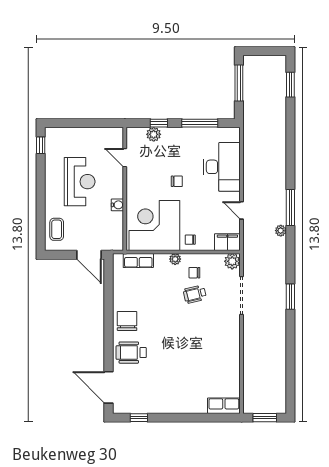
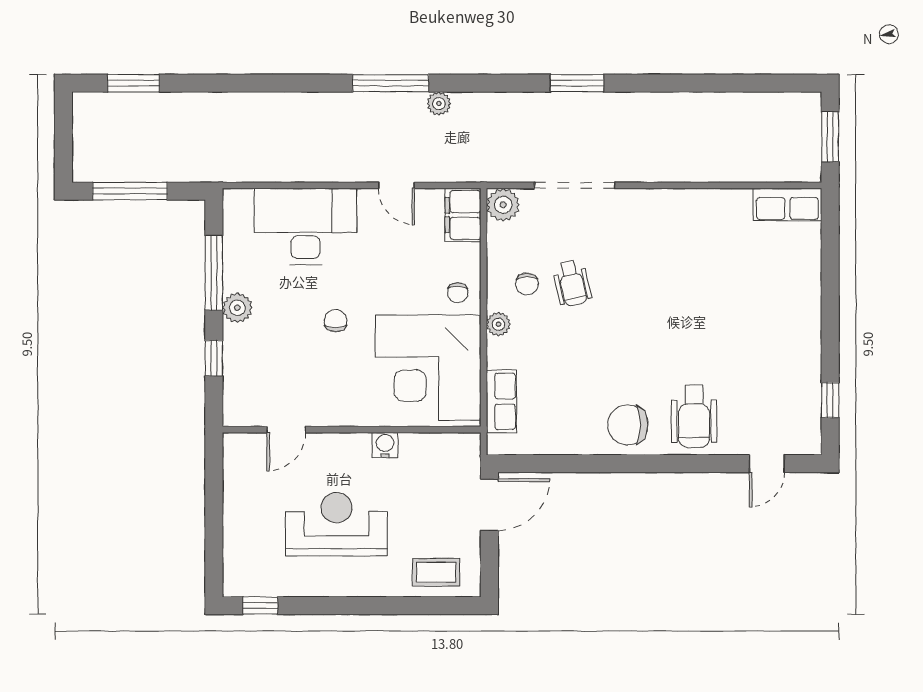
plant: (154, 134) -> (237, 308), moved
door: (242, 210) -> (396, 185), hinge flipped
door: (109, 387) -> (767, 464), width x0.53
row of seats: (224, 406) -> (787, 205), moved, turned -90

